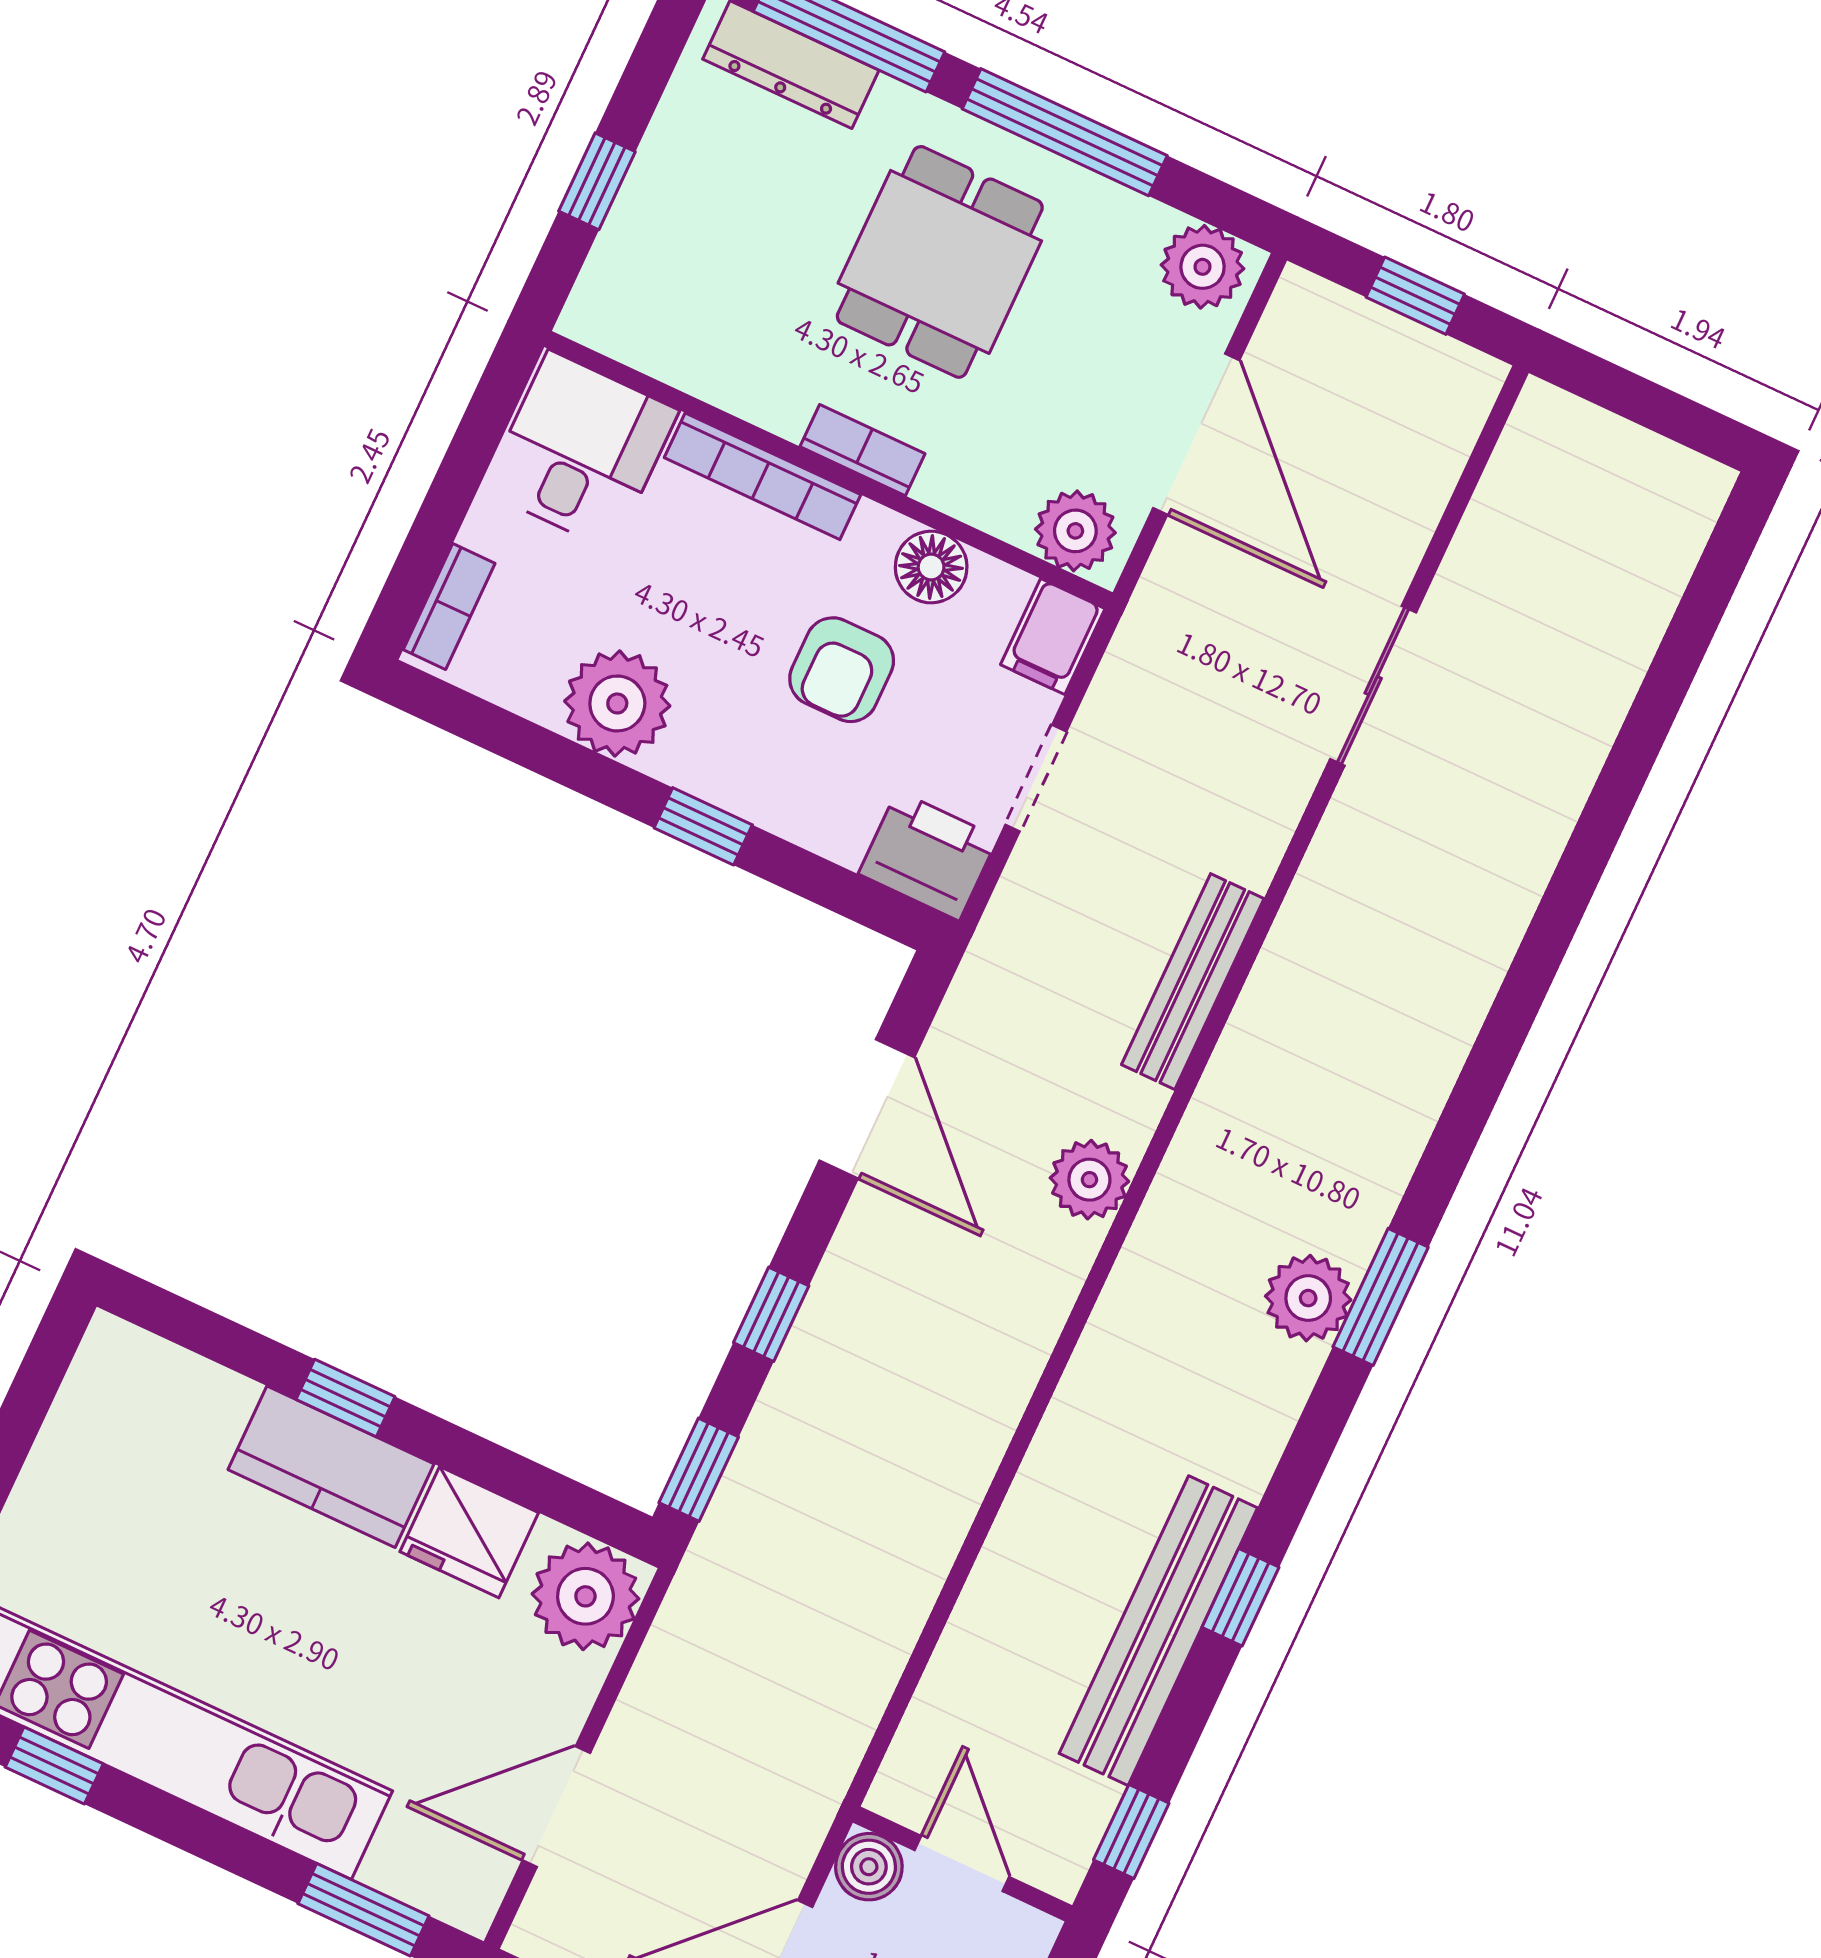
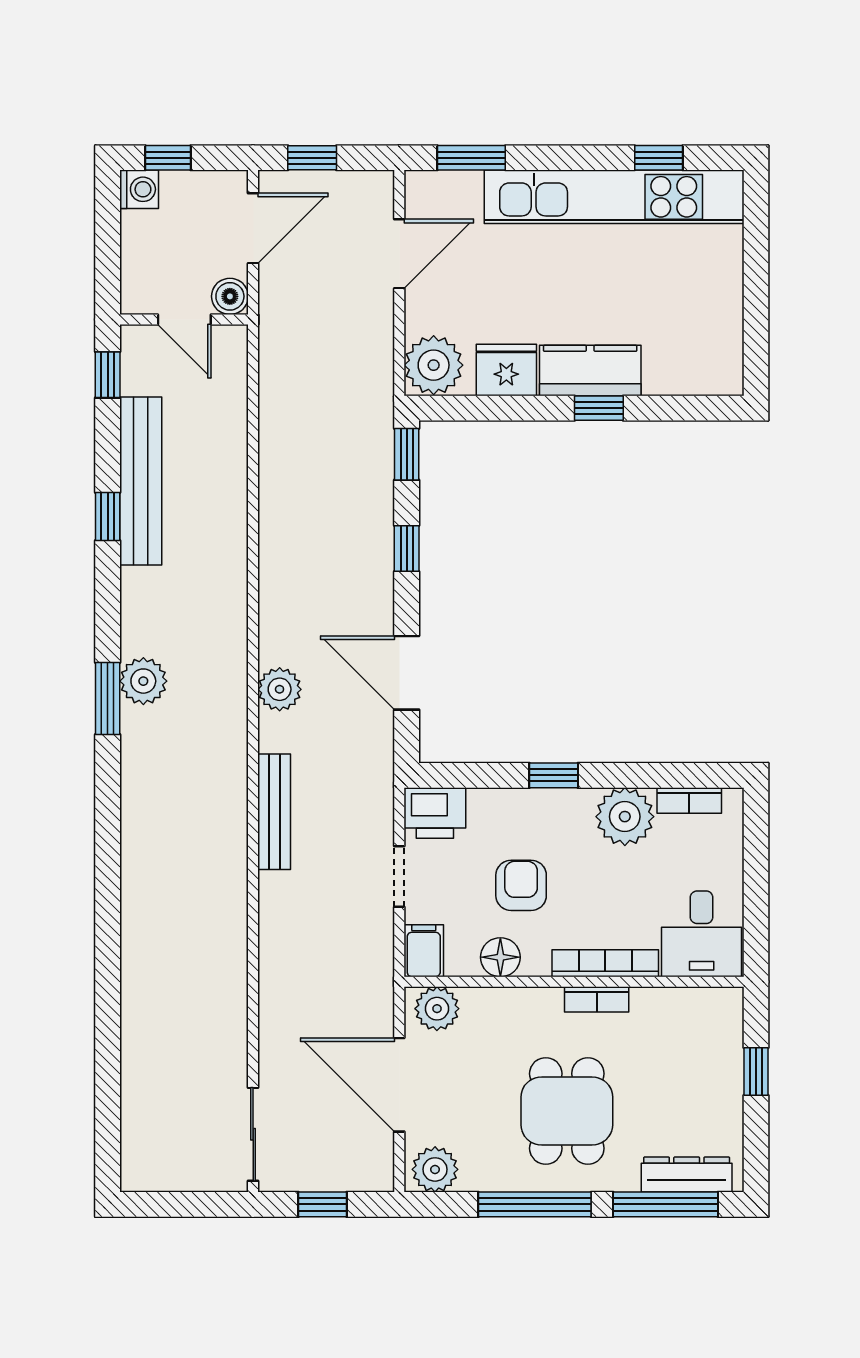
bookcase: (863, 450) -> (597, 999), moved
bookcase: (449, 606) -> (689, 800), moved, turned -90
sliding door: (1373, 686) -> (253, 1134), moved

